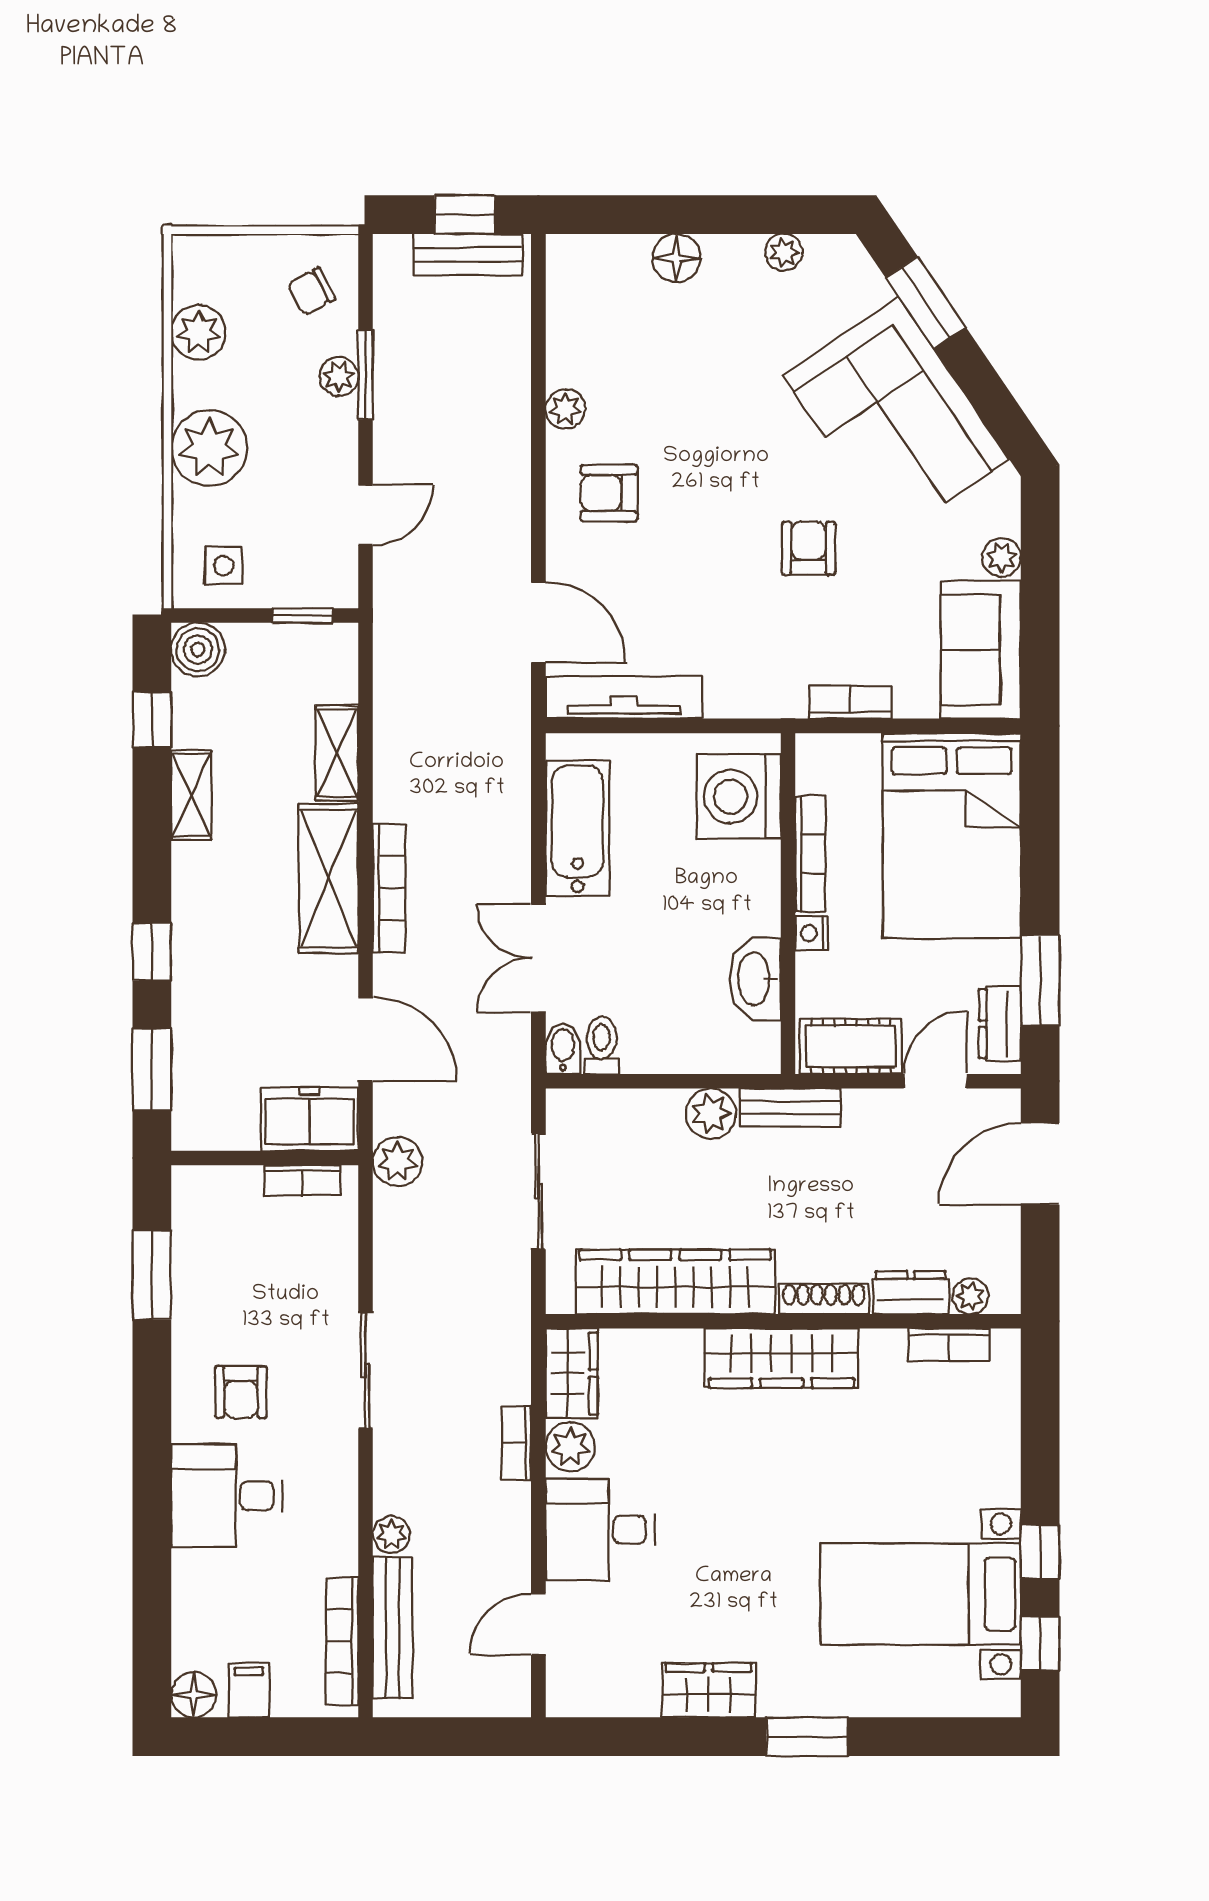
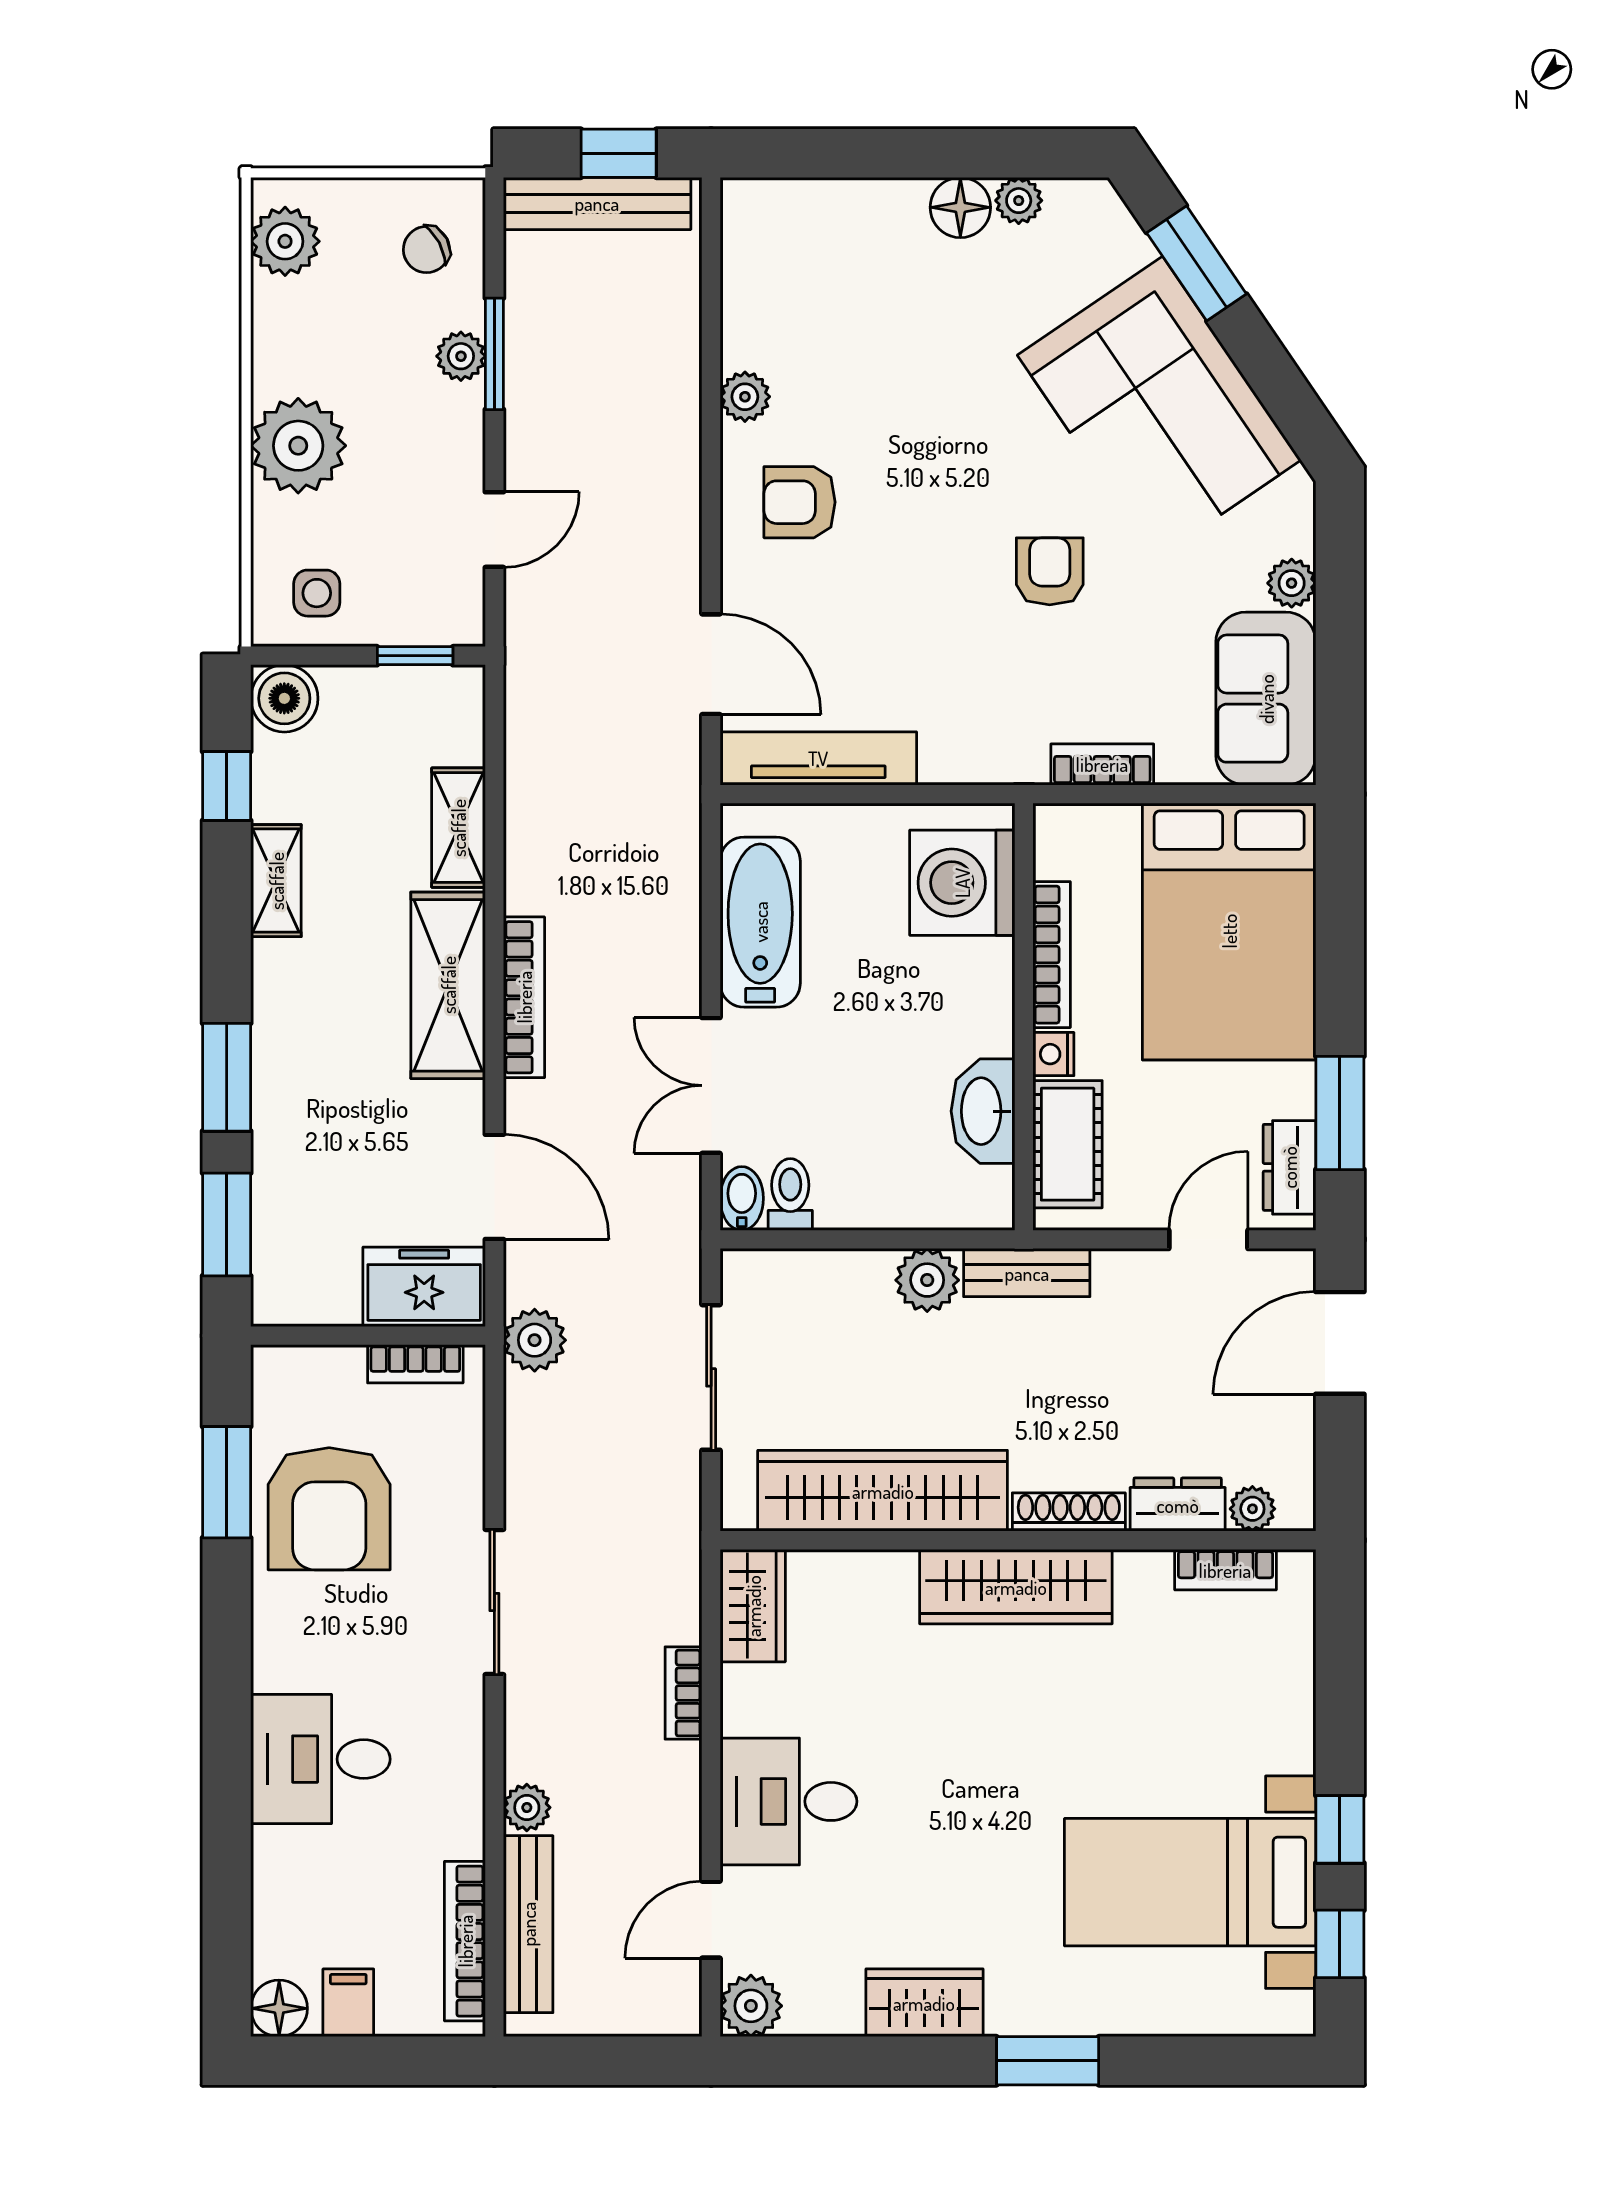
bench: (468, 255) -> (597, 203), width x1.36
floor lamp: (676, 258) -> (960, 207), moved
plant: (198, 332) -> (285, 241), moved
window: (152, 952) -> (227, 1077), width x1.50
cot: (851, 1046) -> (1068, 1144), moved, turned 90
armchair: (241, 1392) -> (329, 1509), moved, width x1.88, depth x1.88
plant: (570, 1447) -> (751, 2006), moved

